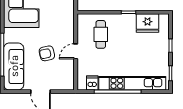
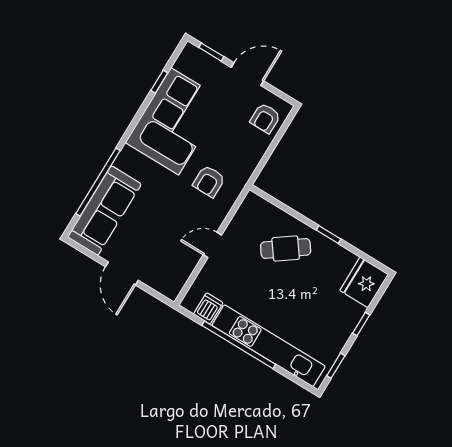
fridge: (147, 23) -> (364, 282), moved, turned 90
cafe table: (101, 34) -> (286, 249), moved, turned 54
armchair: (47, 53) -> (209, 181), moved, turned -78

